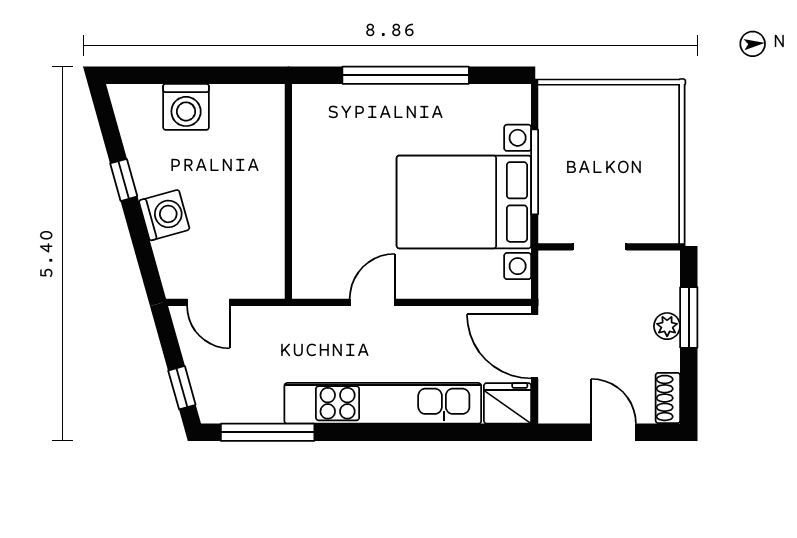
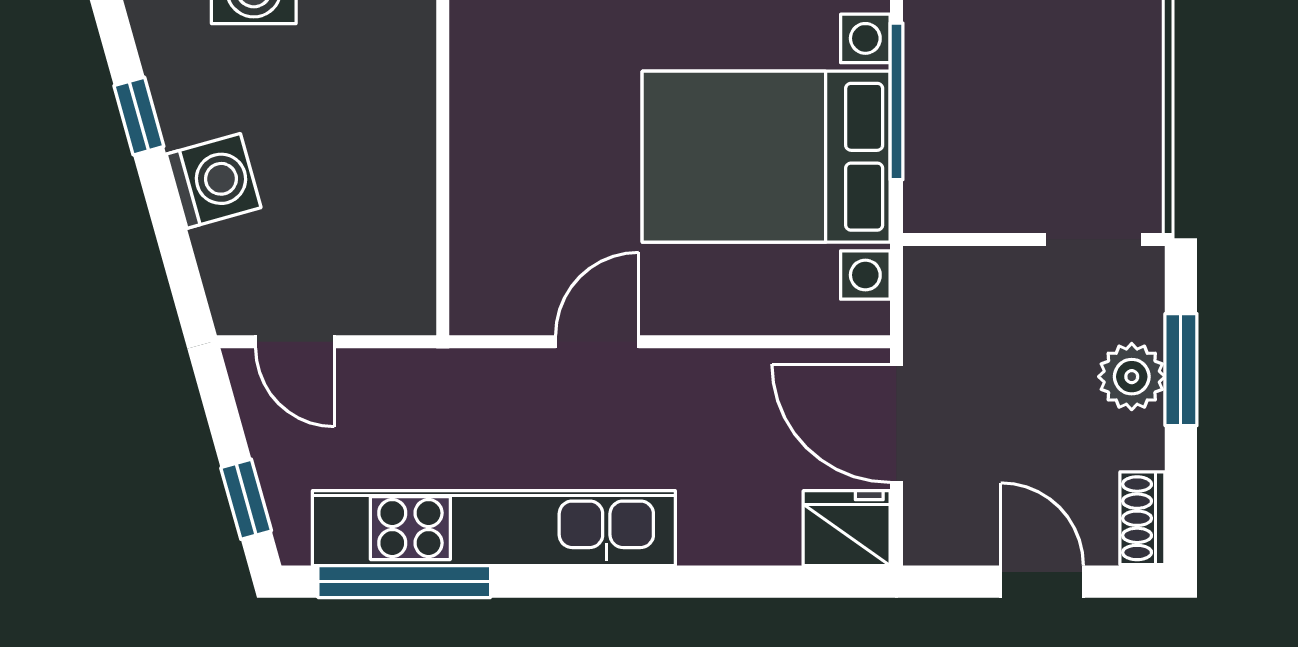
doorway: (600, 247) -> (1093, 240), moved
plant: (667, 326) -> (1132, 377), width x1.38, depth x1.38
kitchen unit: (383, 403) -> (494, 528), moved

